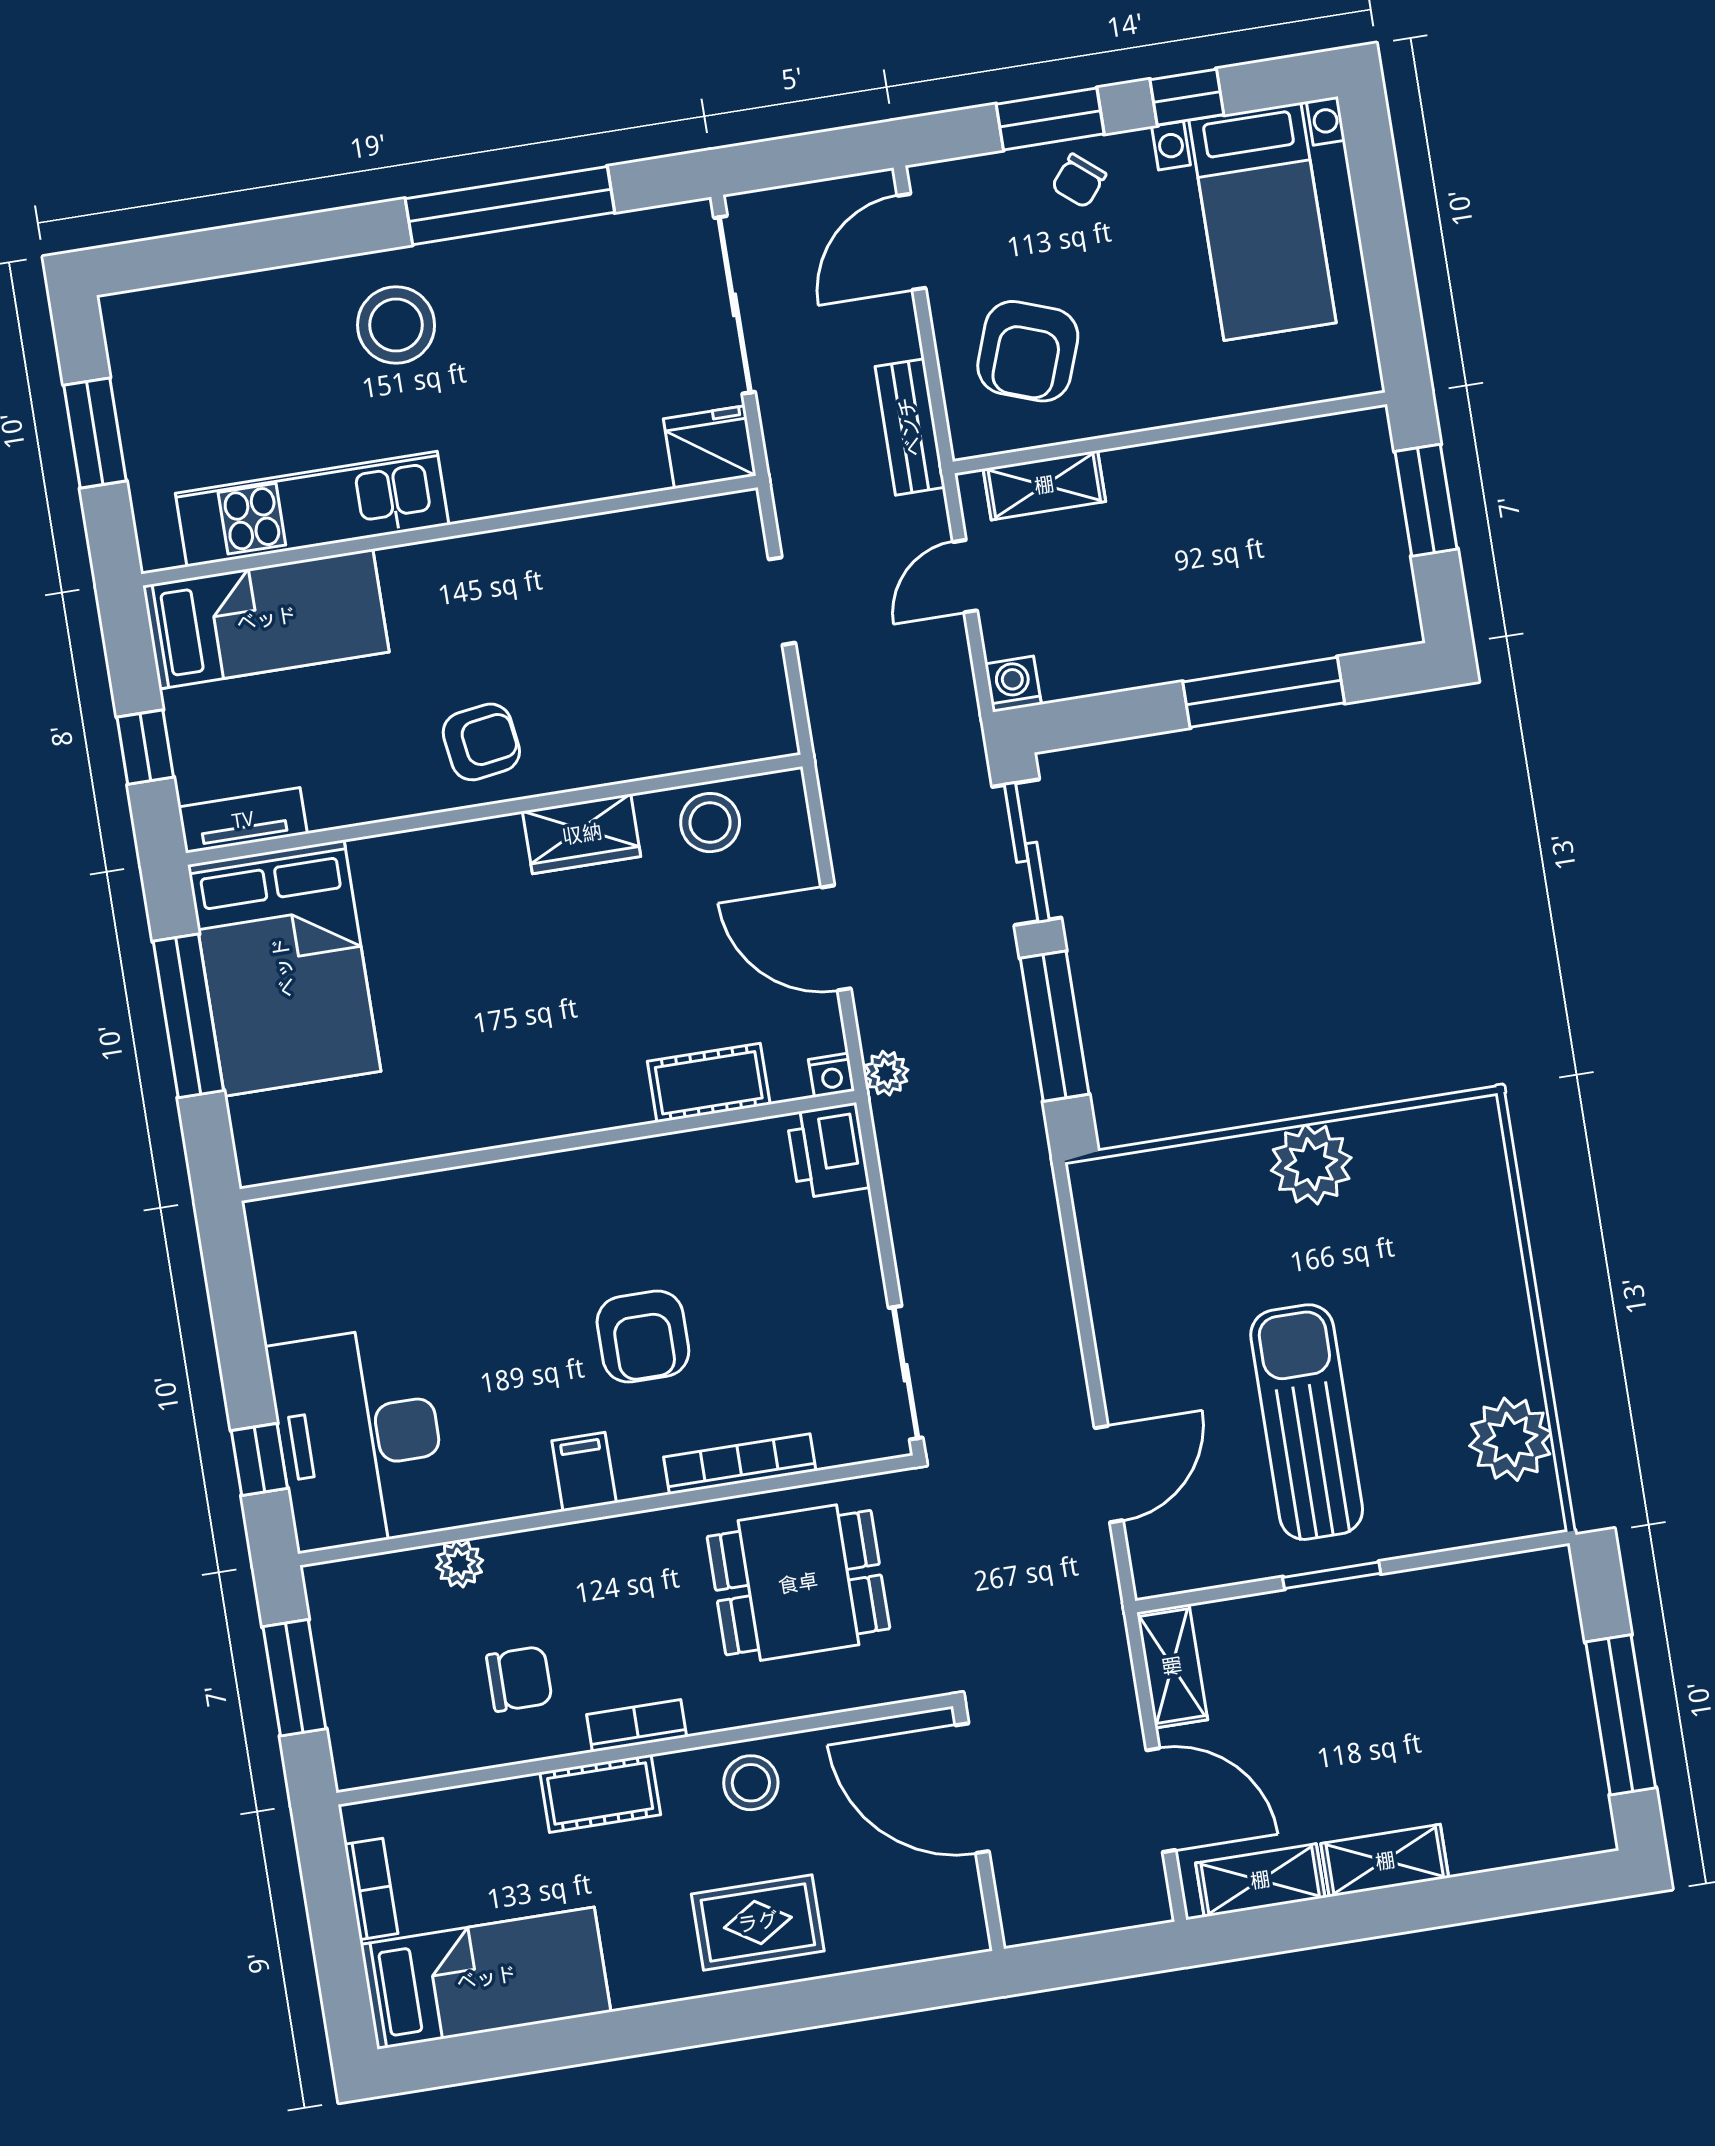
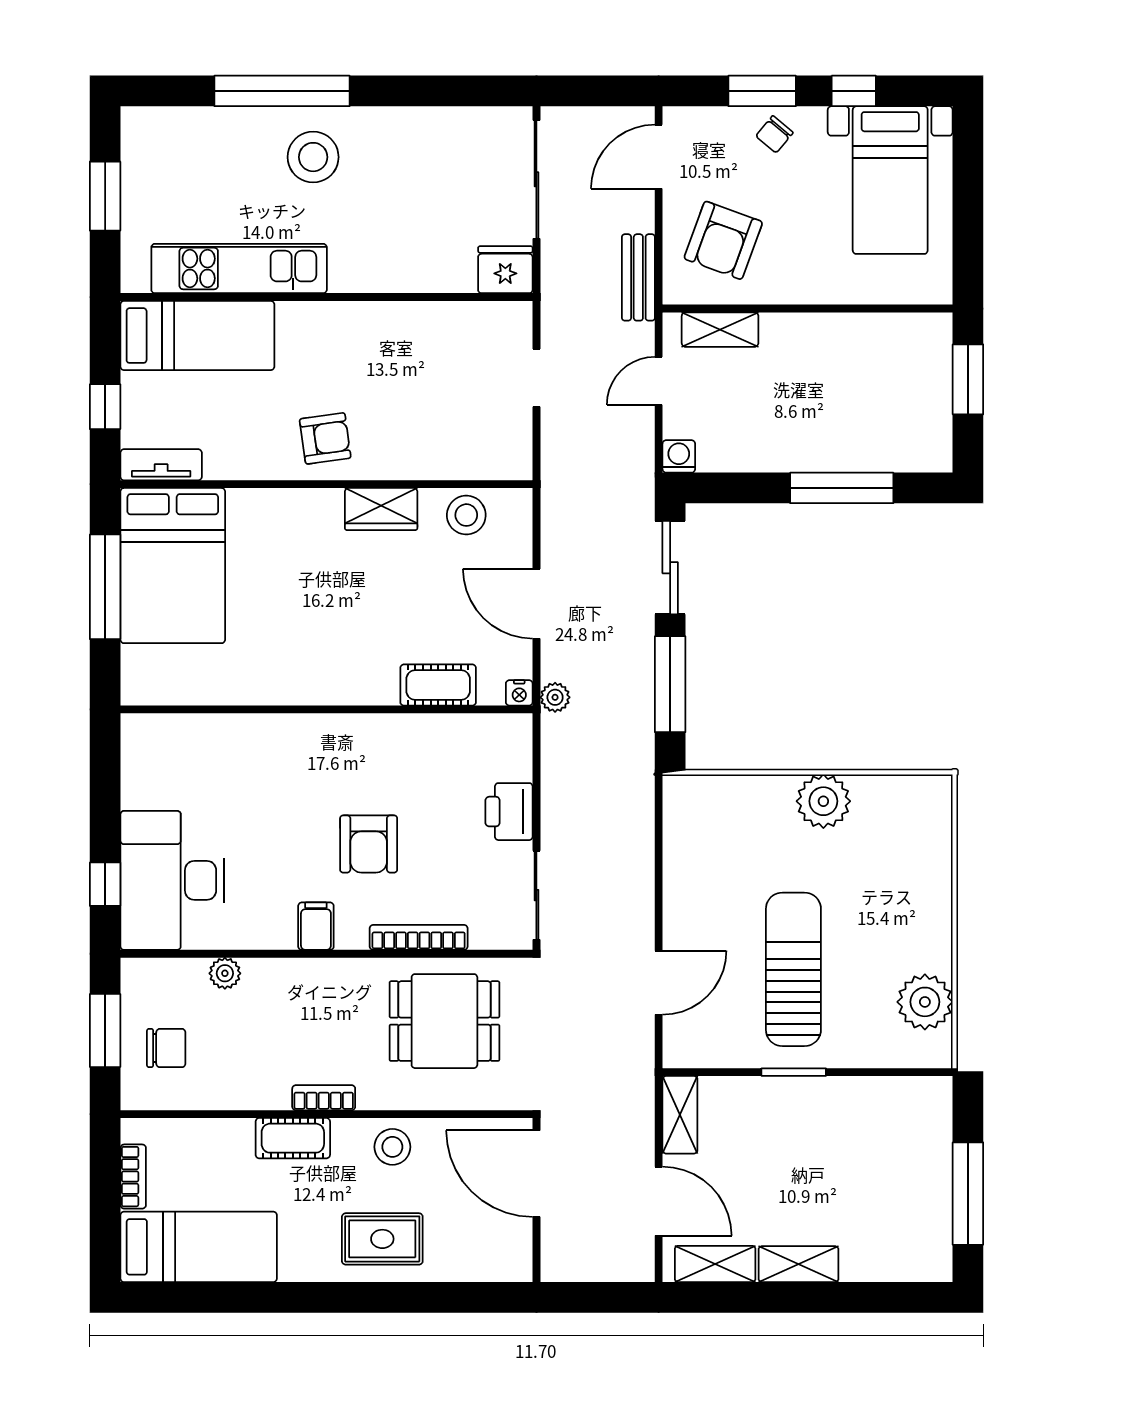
window: (510, 206) -> (282, 91), moved
printer: (828, 1151) -> (509, 812), moved
chair: (519, 1679) -> (166, 1048), moved

